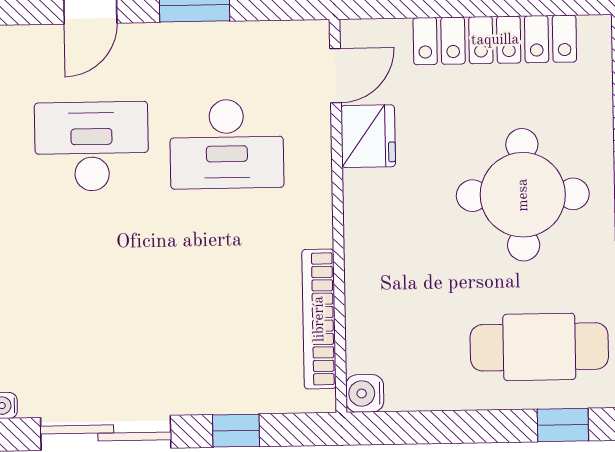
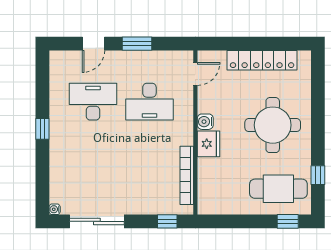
fridge: (368, 136) -> (209, 144), moved
water cooler: (365, 393) -> (205, 122), moved
window: (236, 431) -> (167, 221), moved

